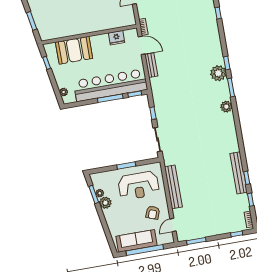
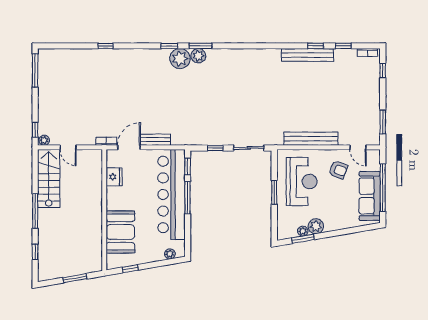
plant: (226, 107) -> (198, 56), moved

